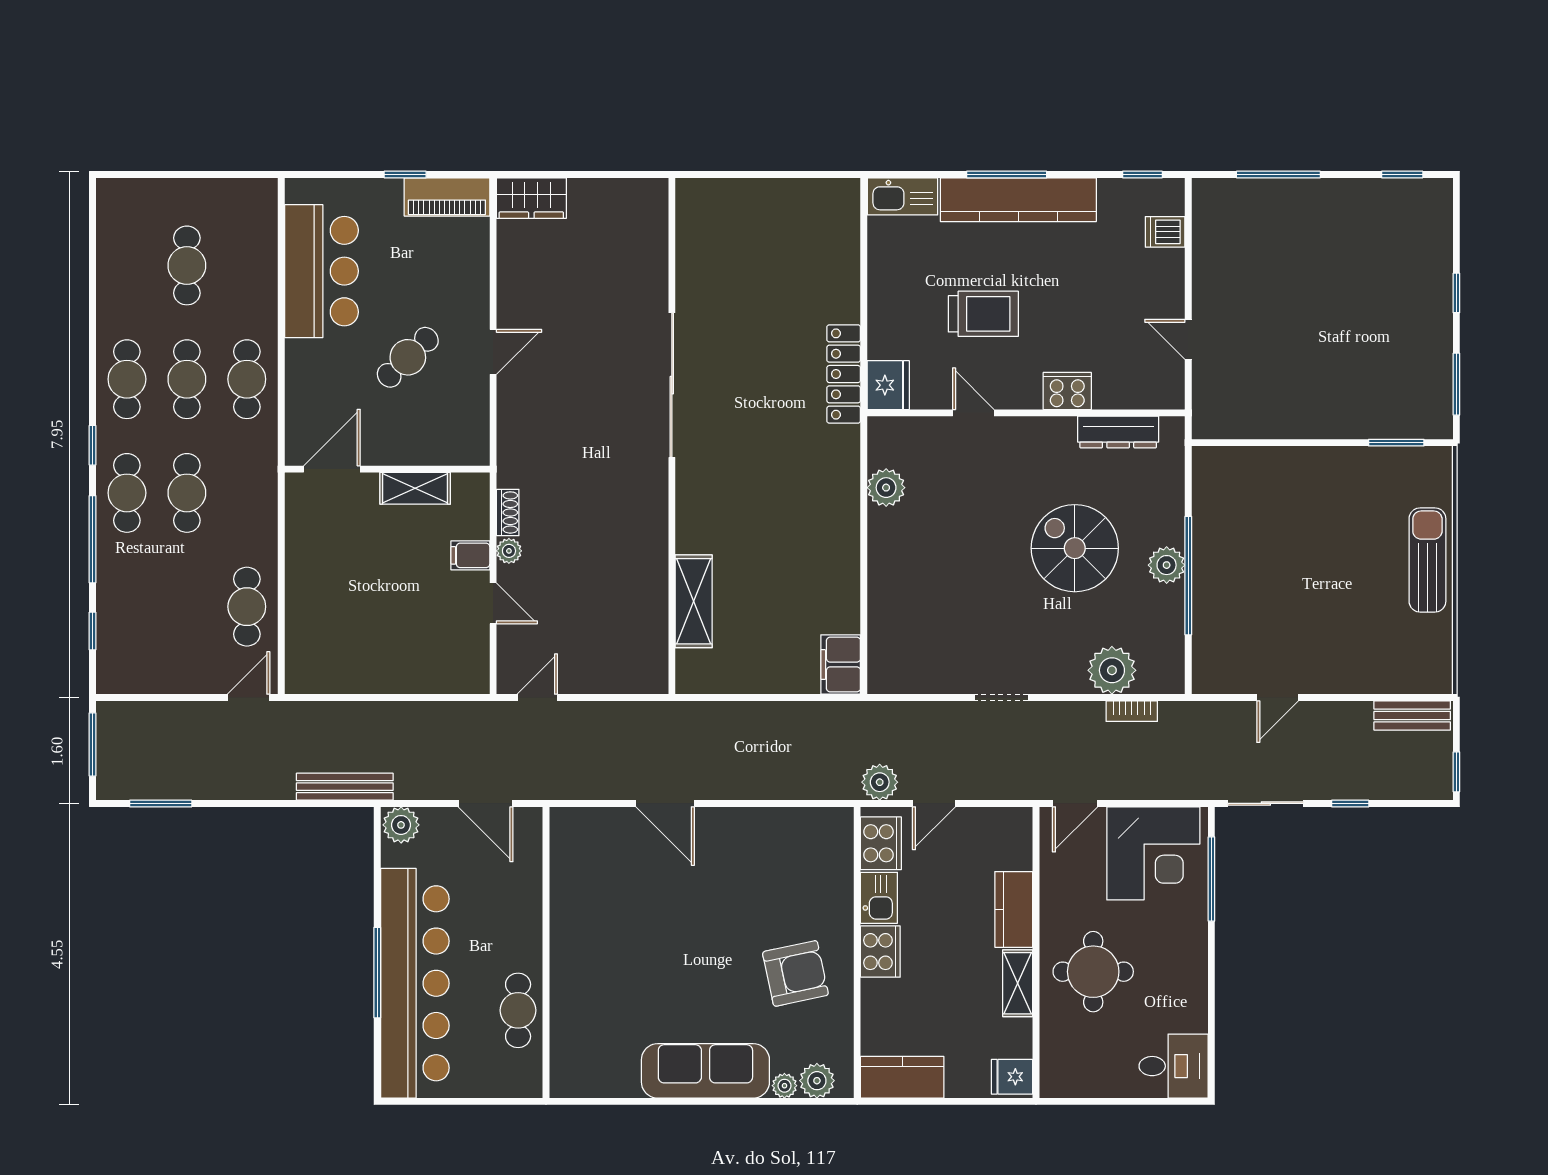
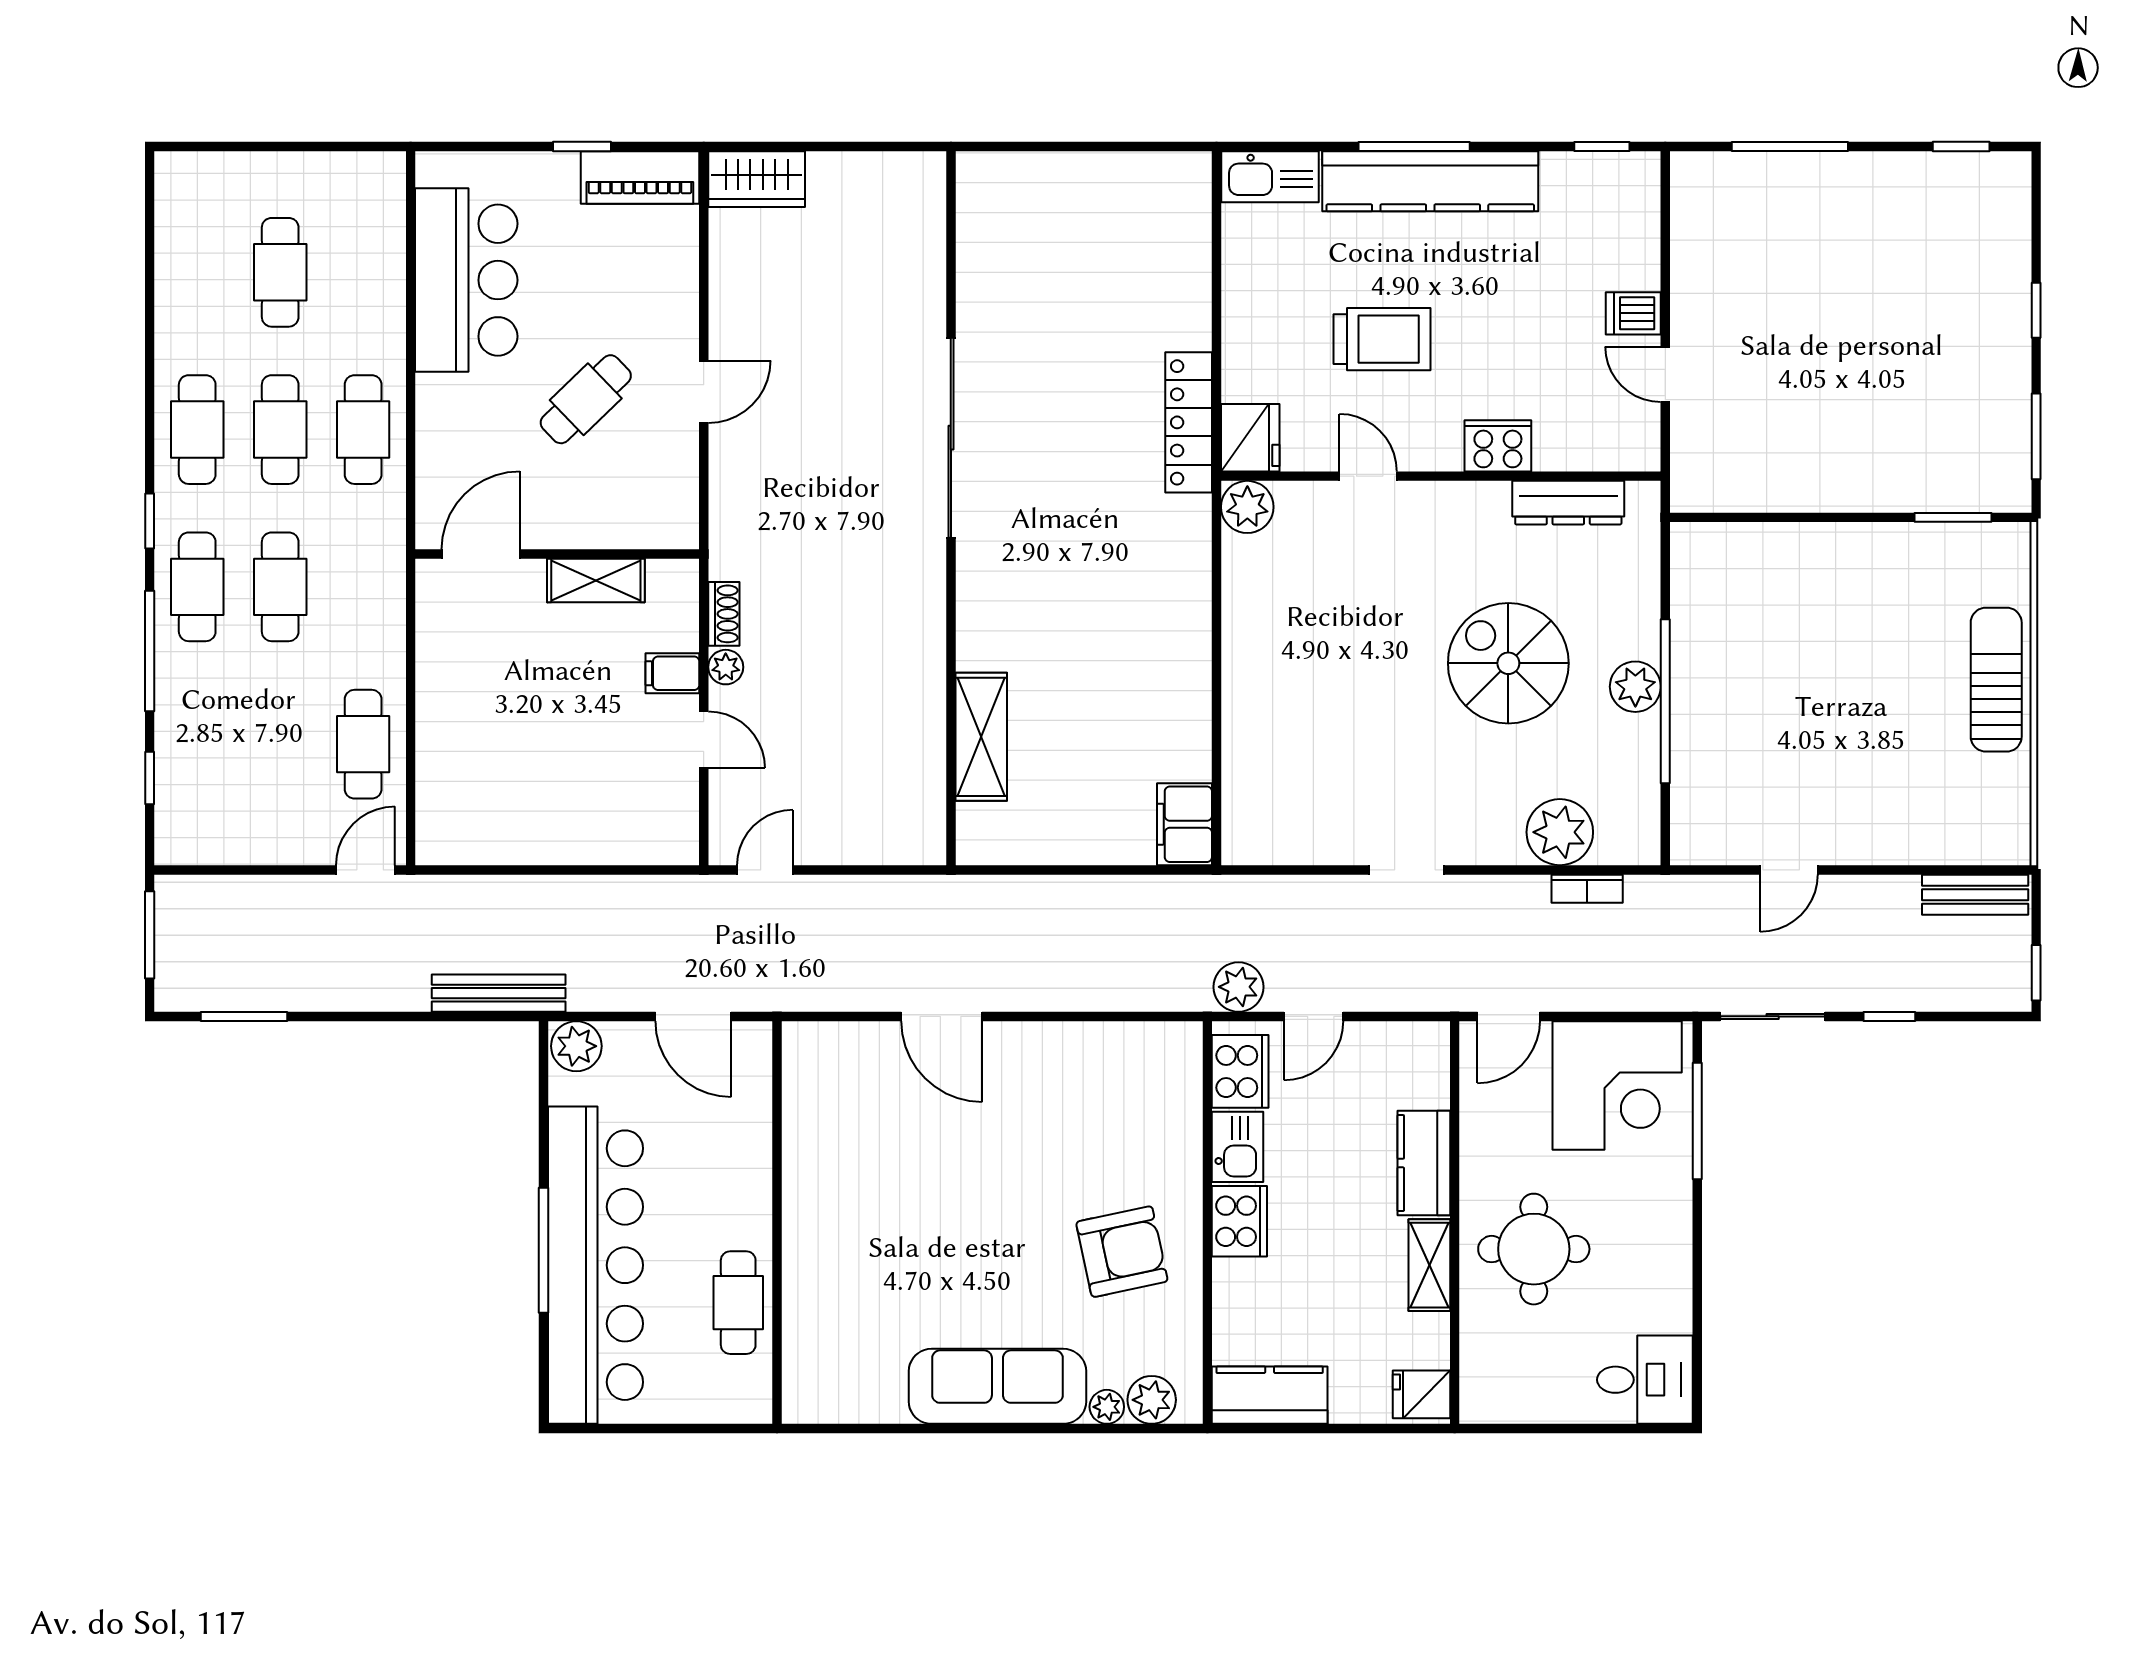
dishwasher: (1165, 232) -> (1633, 313), moved
plant: (886, 488) -> (1247, 507), moved

